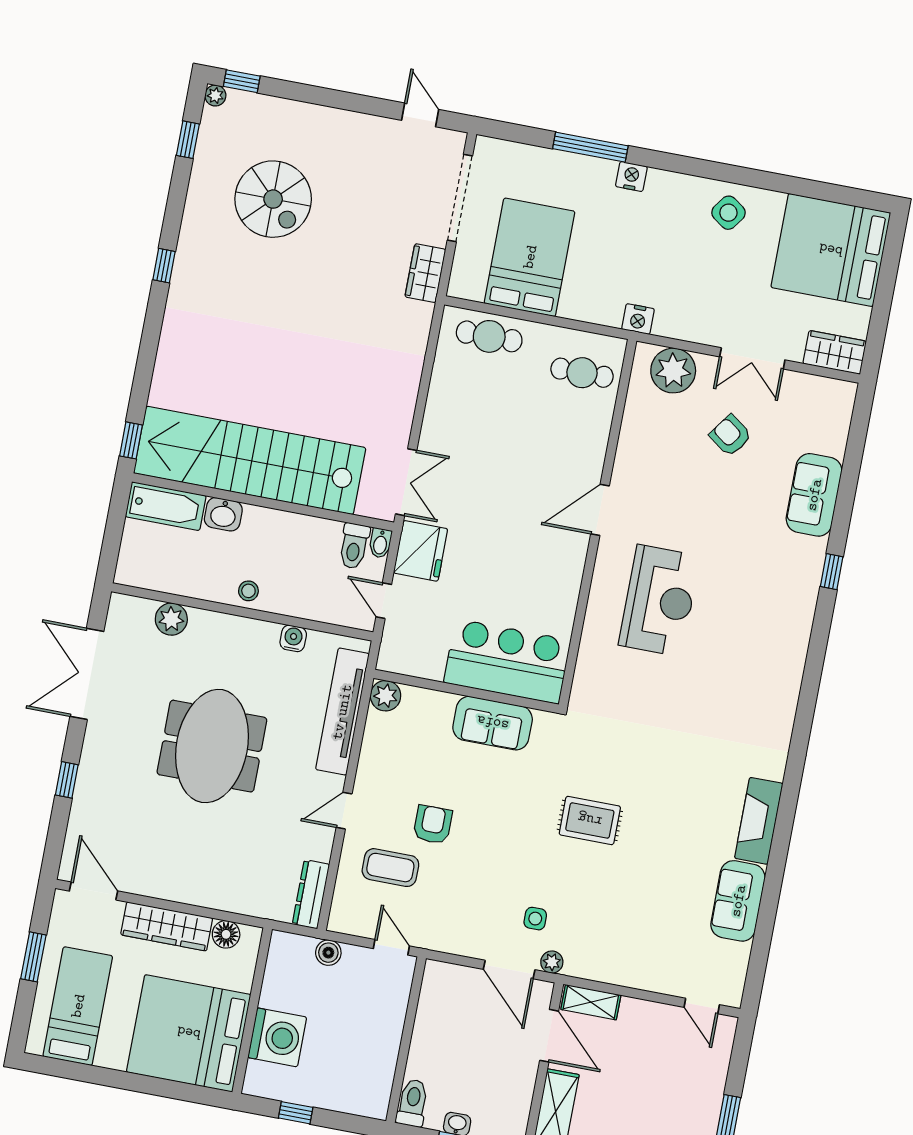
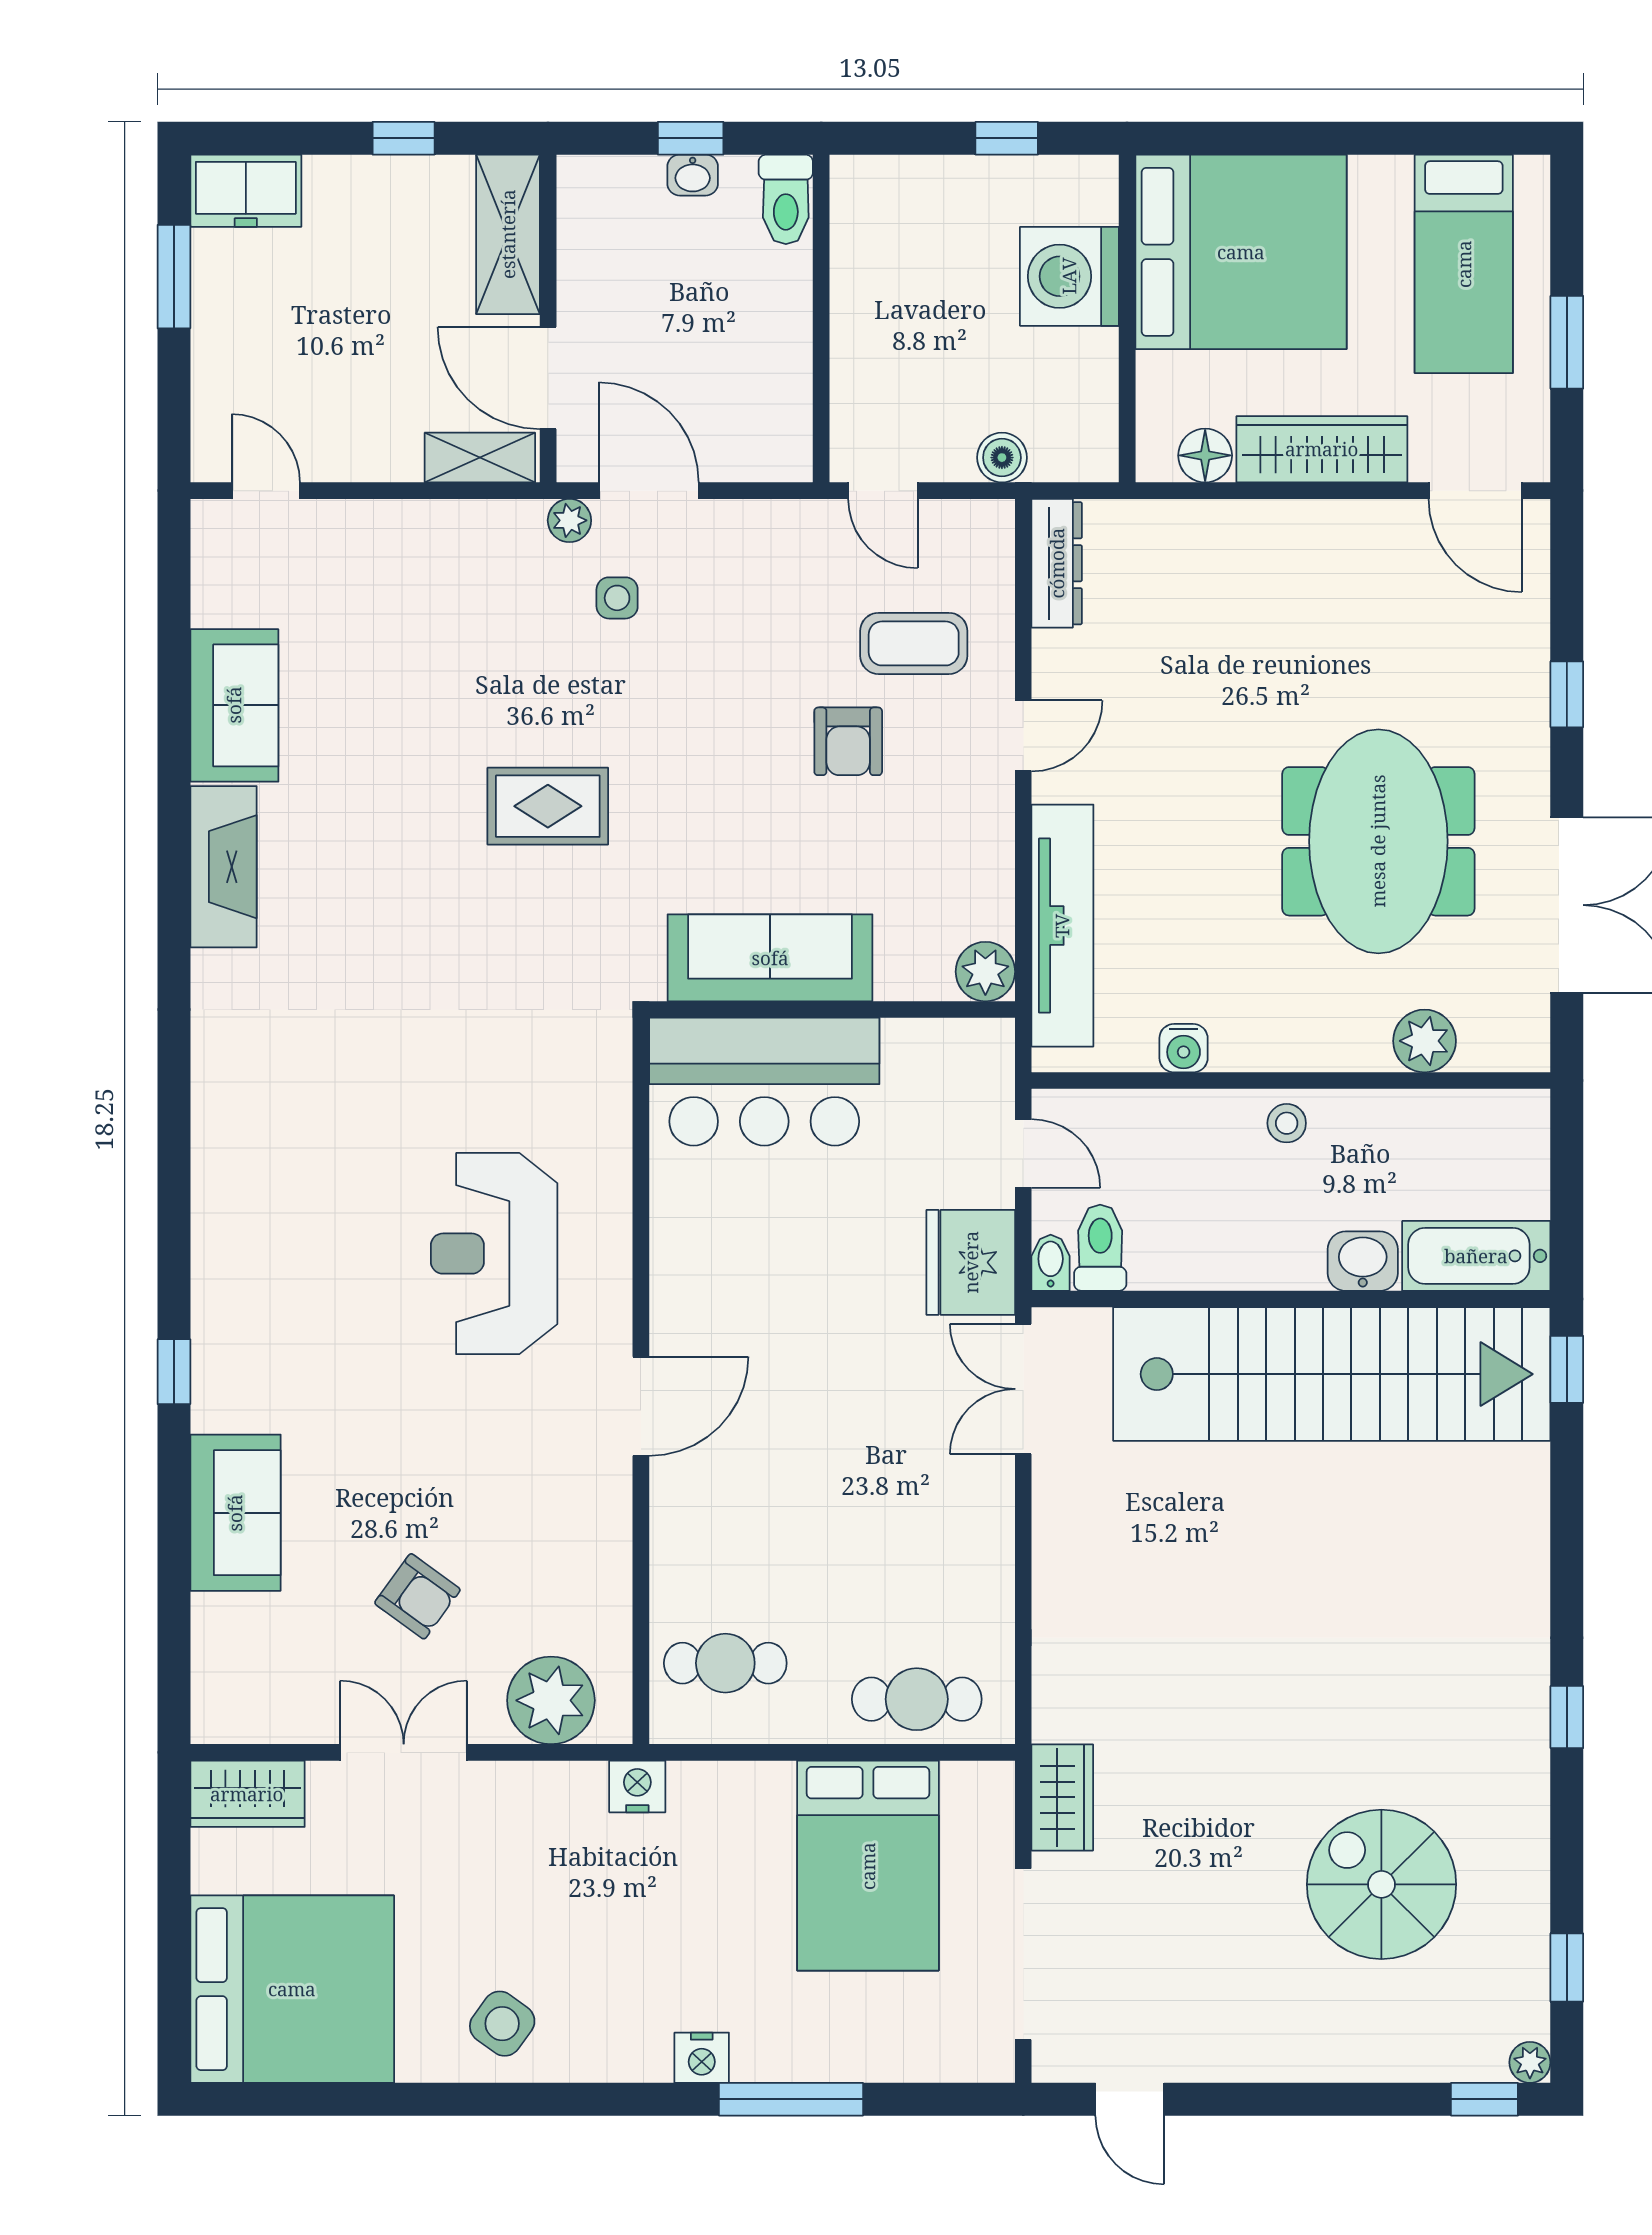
sofa: (493, 723) -> (770, 958), width x1.36
meeting table: (212, 746) -> (1378, 841), moved

